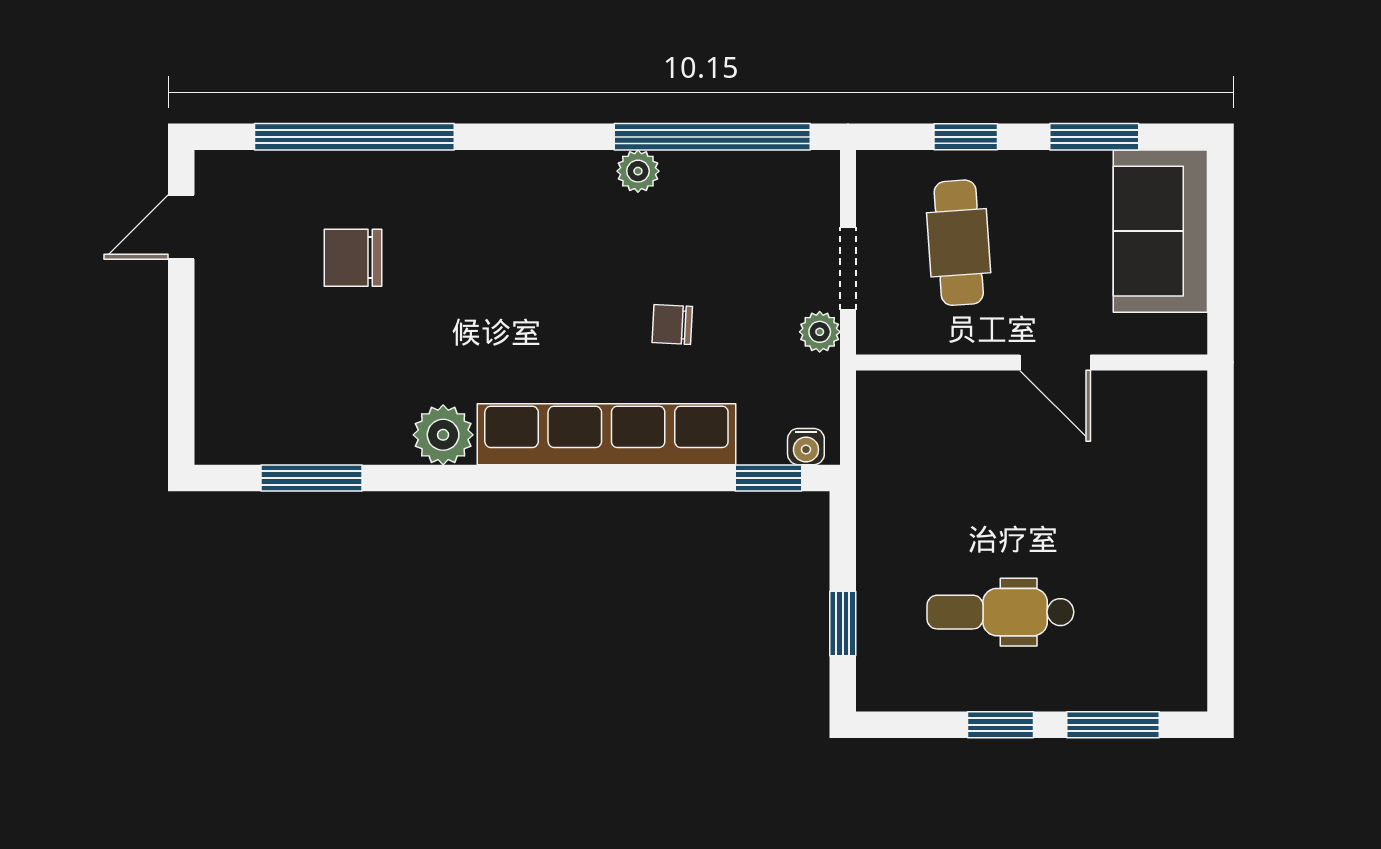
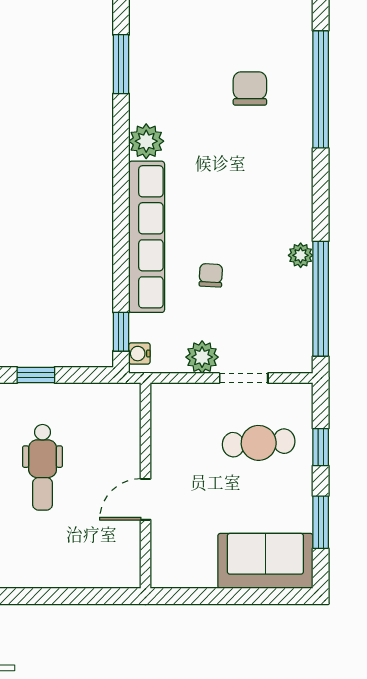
plant: (820, 332) -> (202, 357), width x1.38, depth x1.38
wall: (1032, 362) -> (146, 486), moved
door: (1055, 362) -> (146, 499), moved
dental chair: (1000, 612) -> (43, 467), turned 180

